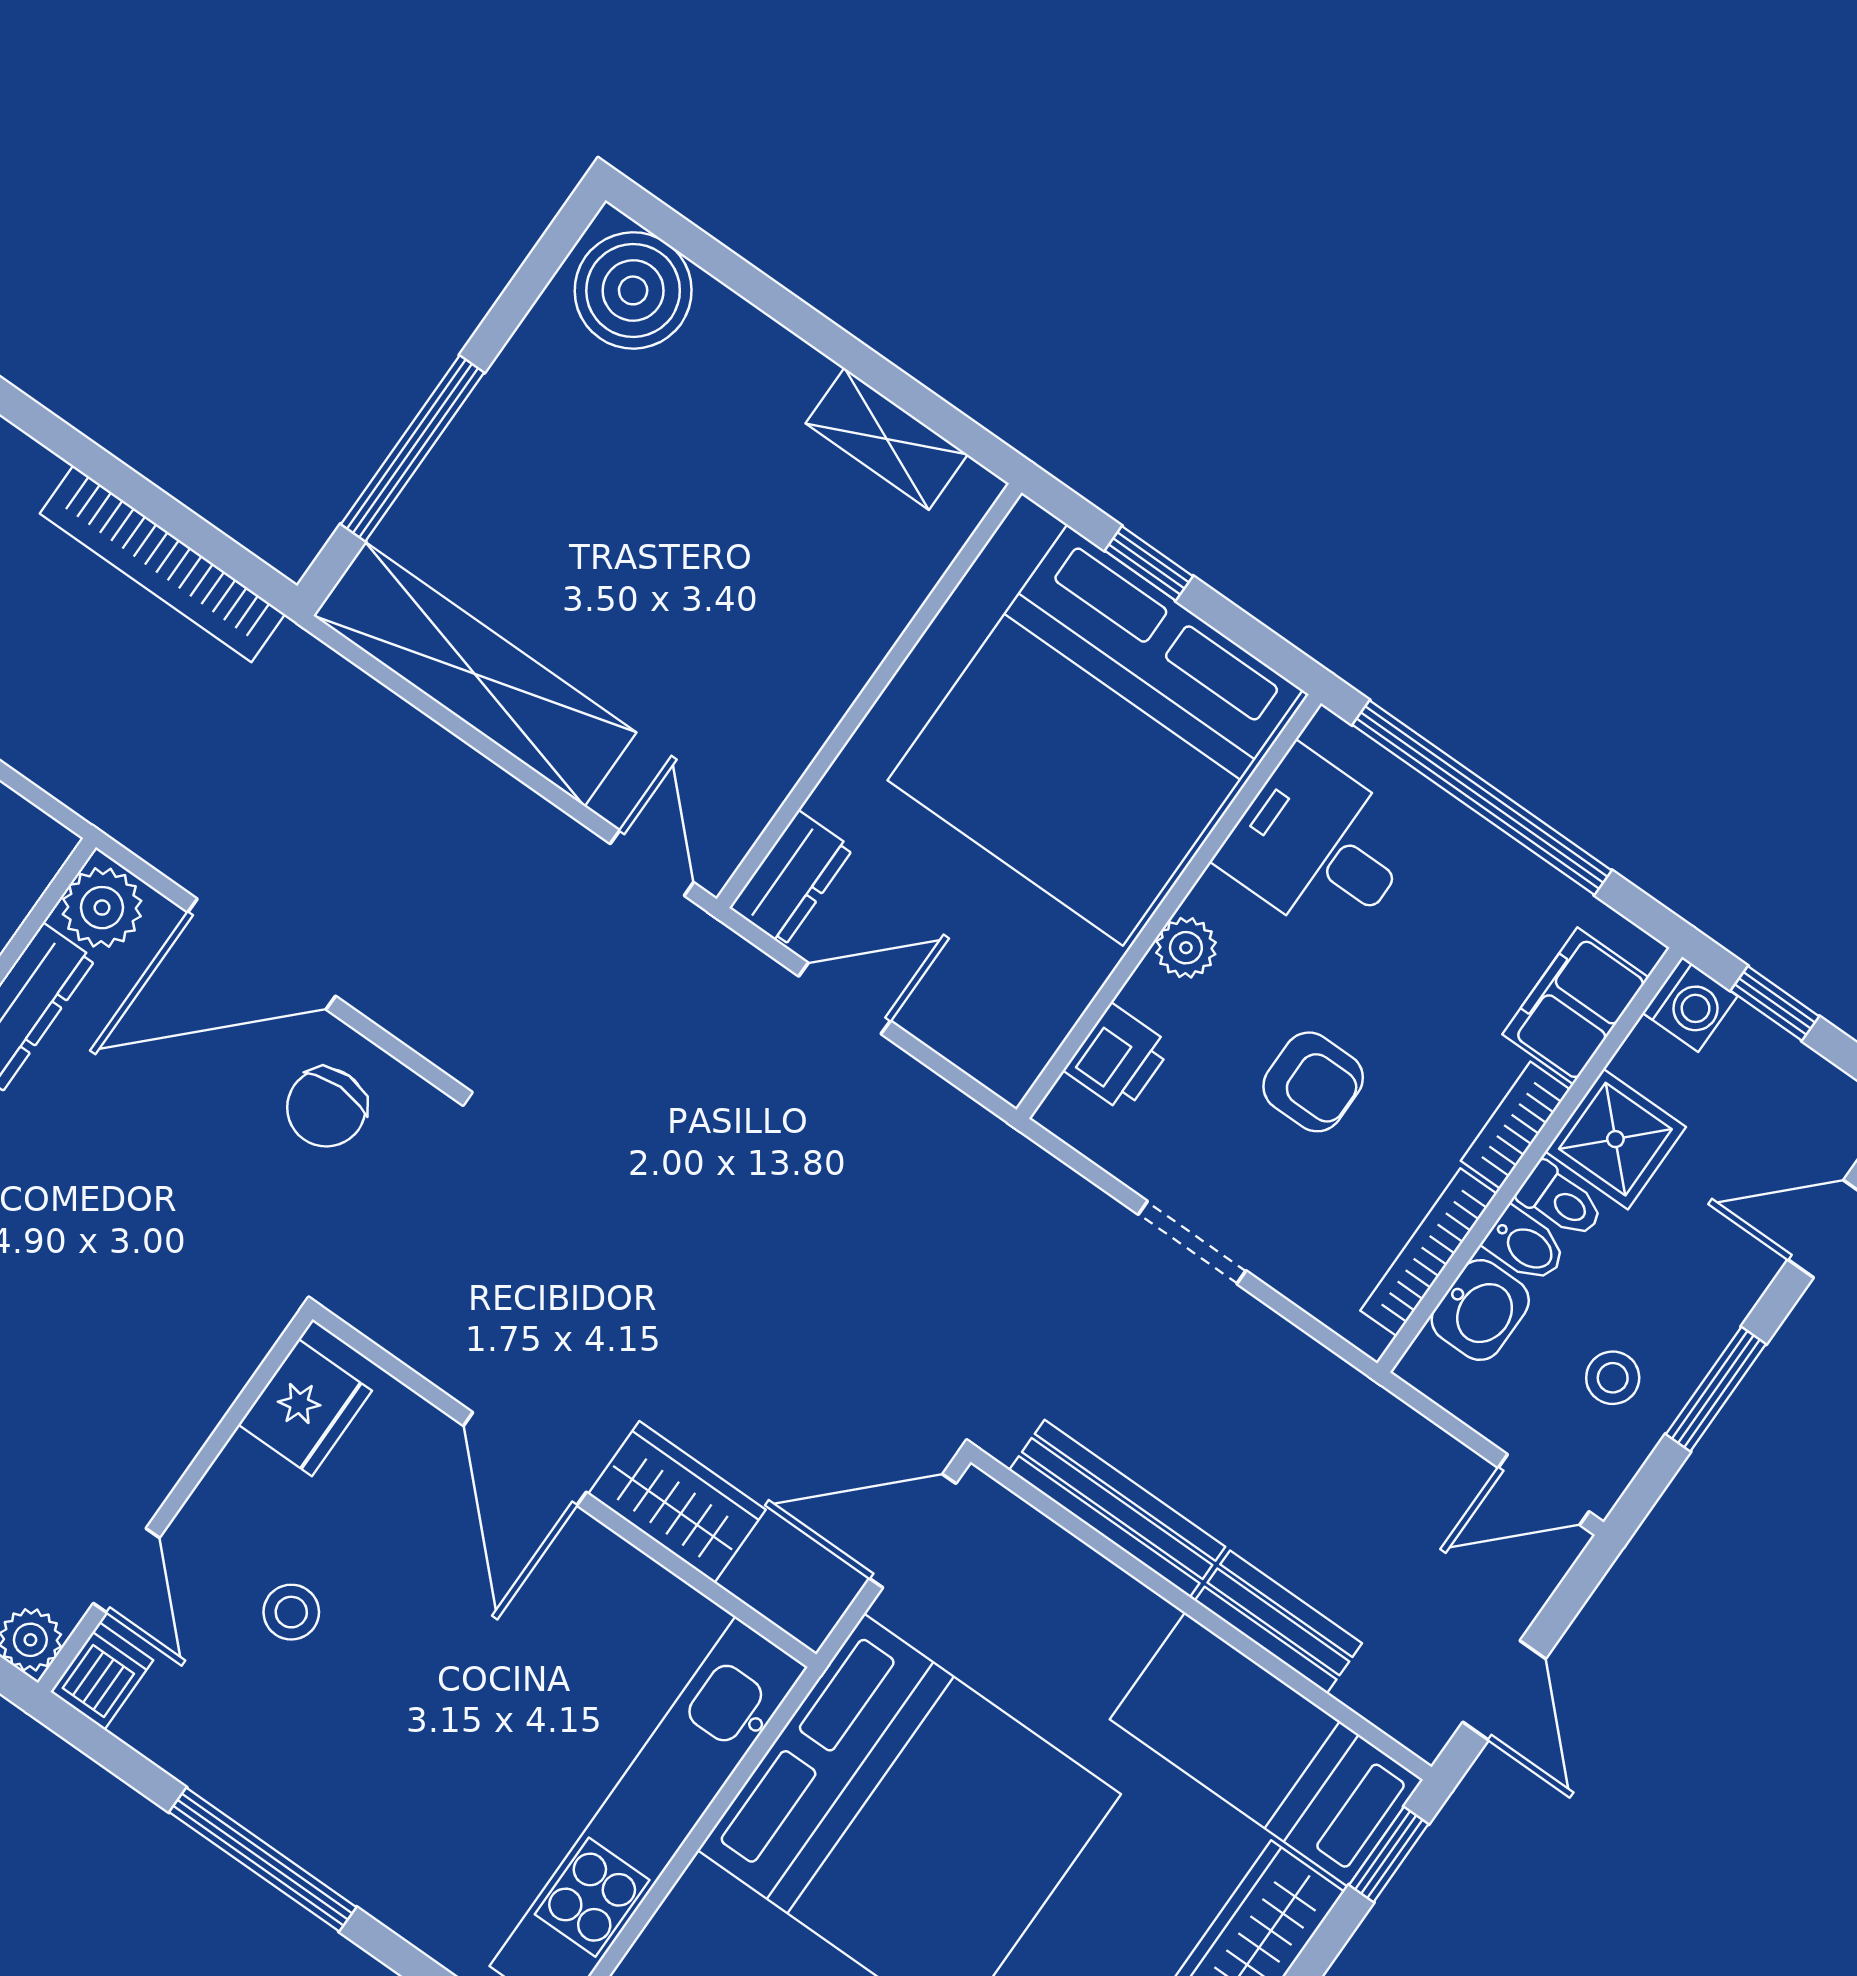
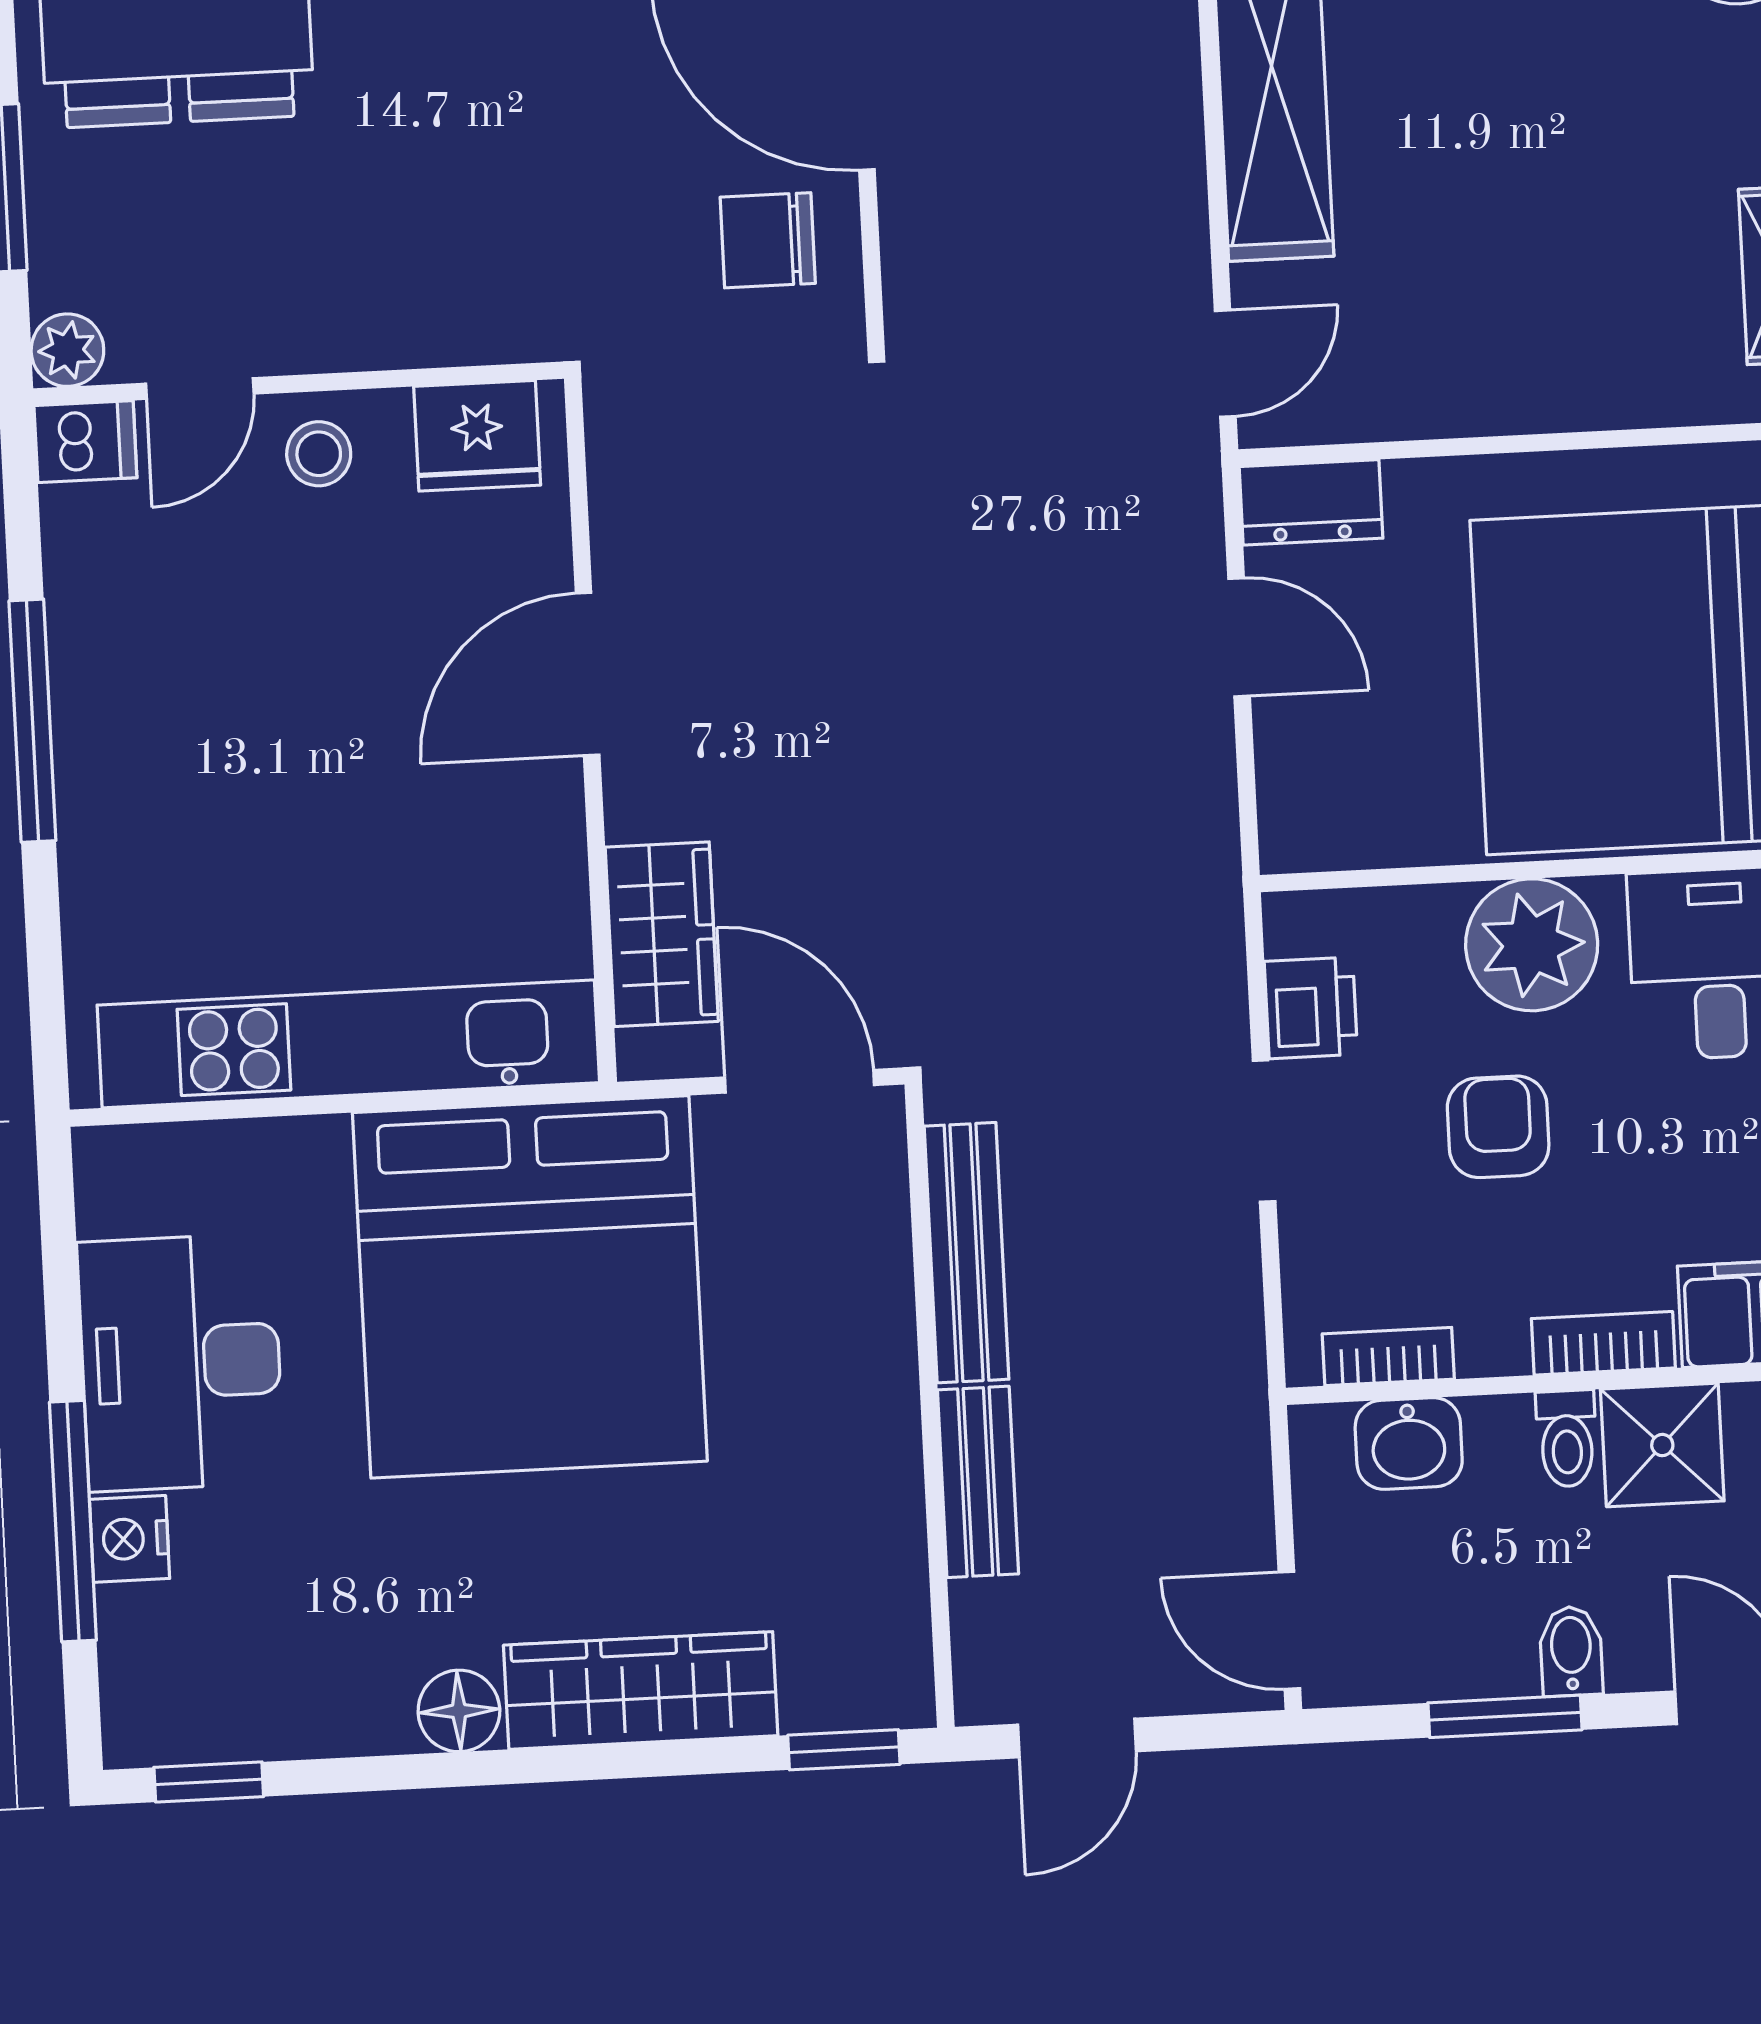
plant: (1186, 948) -> (1532, 945), width x1.87, depth x1.87
printer: (1118, 1058) -> (1311, 1008), moved, turned -90
armchair: (1313, 1082) -> (1498, 1127), turned 180
bidet: (1525, 1245) -> (1571, 1651), moved, turned 180
bookcase: (1429, 1252) -> (1388, 1356), width x0.64
stool: (1613, 1378) -> (1441, 1613), removed
wardrobe: (677, 1502) -> (662, 934), moved
stool: (291, 1612) -> (319, 454), moved
bed: (1266, 1750) -> (852, 1562), removed

